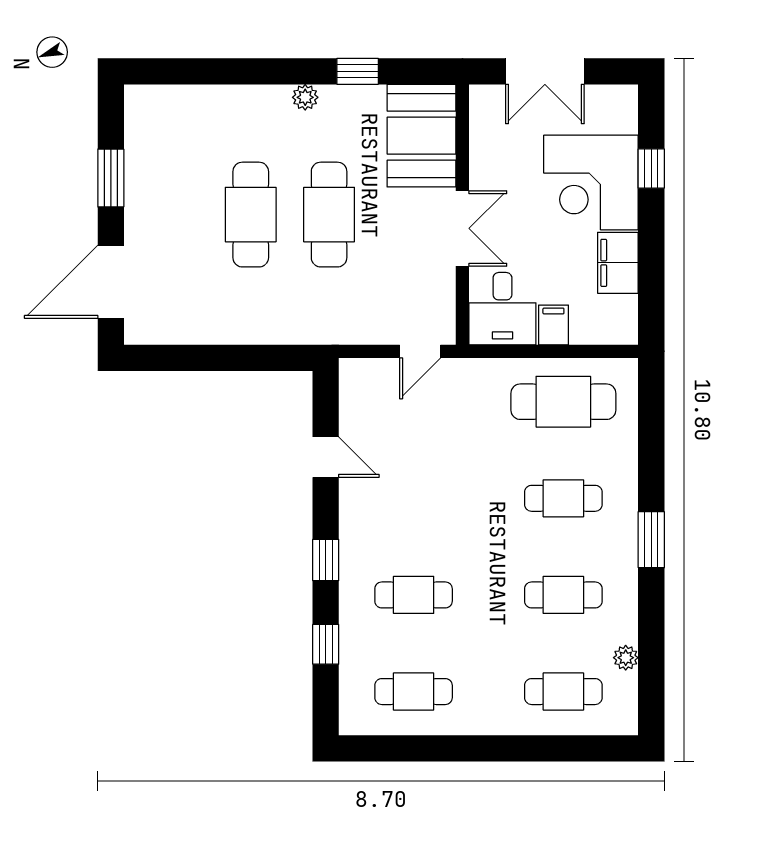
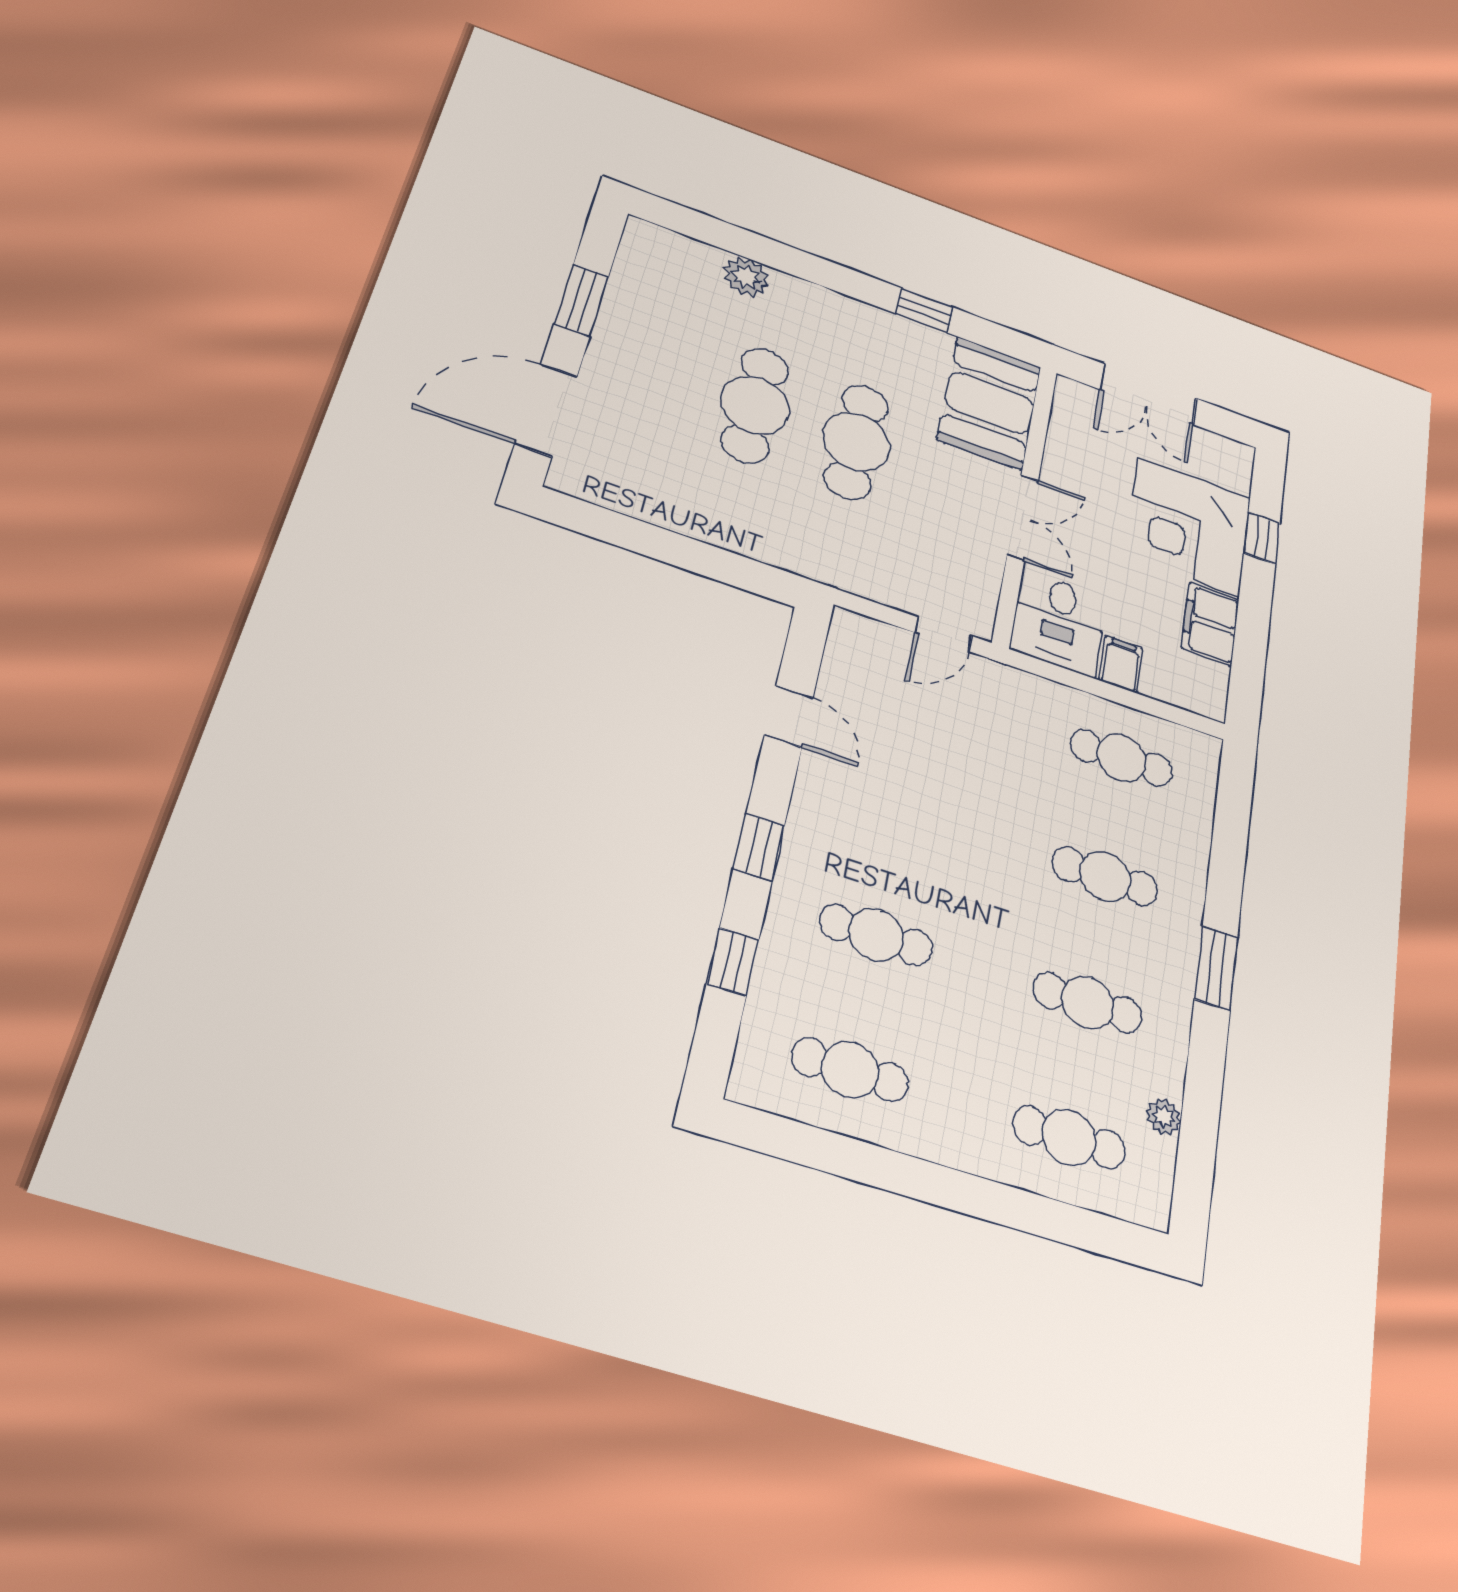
plant: (305, 97) -> (746, 277), moved, width x1.38, depth x1.38
cafe table: (563, 402) -> (1121, 758), width x0.73, depth x0.74

